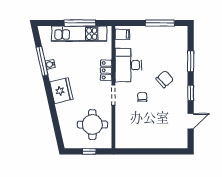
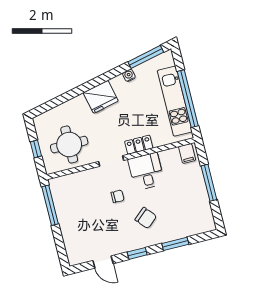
window: (80, 23) -> (188, 99), width x1.46
window: (160, 23) -> (209, 183), moved
window: (42, 61) -> (146, 57), moved
desk: (128, 65) -> (146, 171), width x0.73
window: (136, 151) -> (50, 205), added

